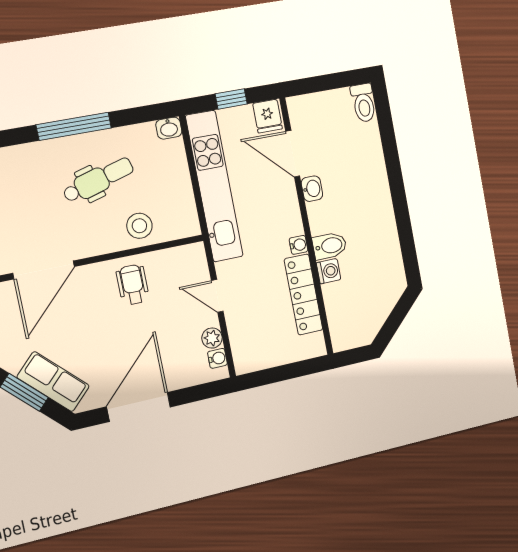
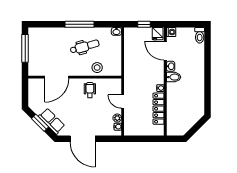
kitchen unit: (214, 186) -> (130, 58), removed
bidet: (330, 246) -> (174, 77), moved
washing machine: (329, 271) -> (171, 32), moved
door: (139, 407) -> (83, 139), swing flipped

